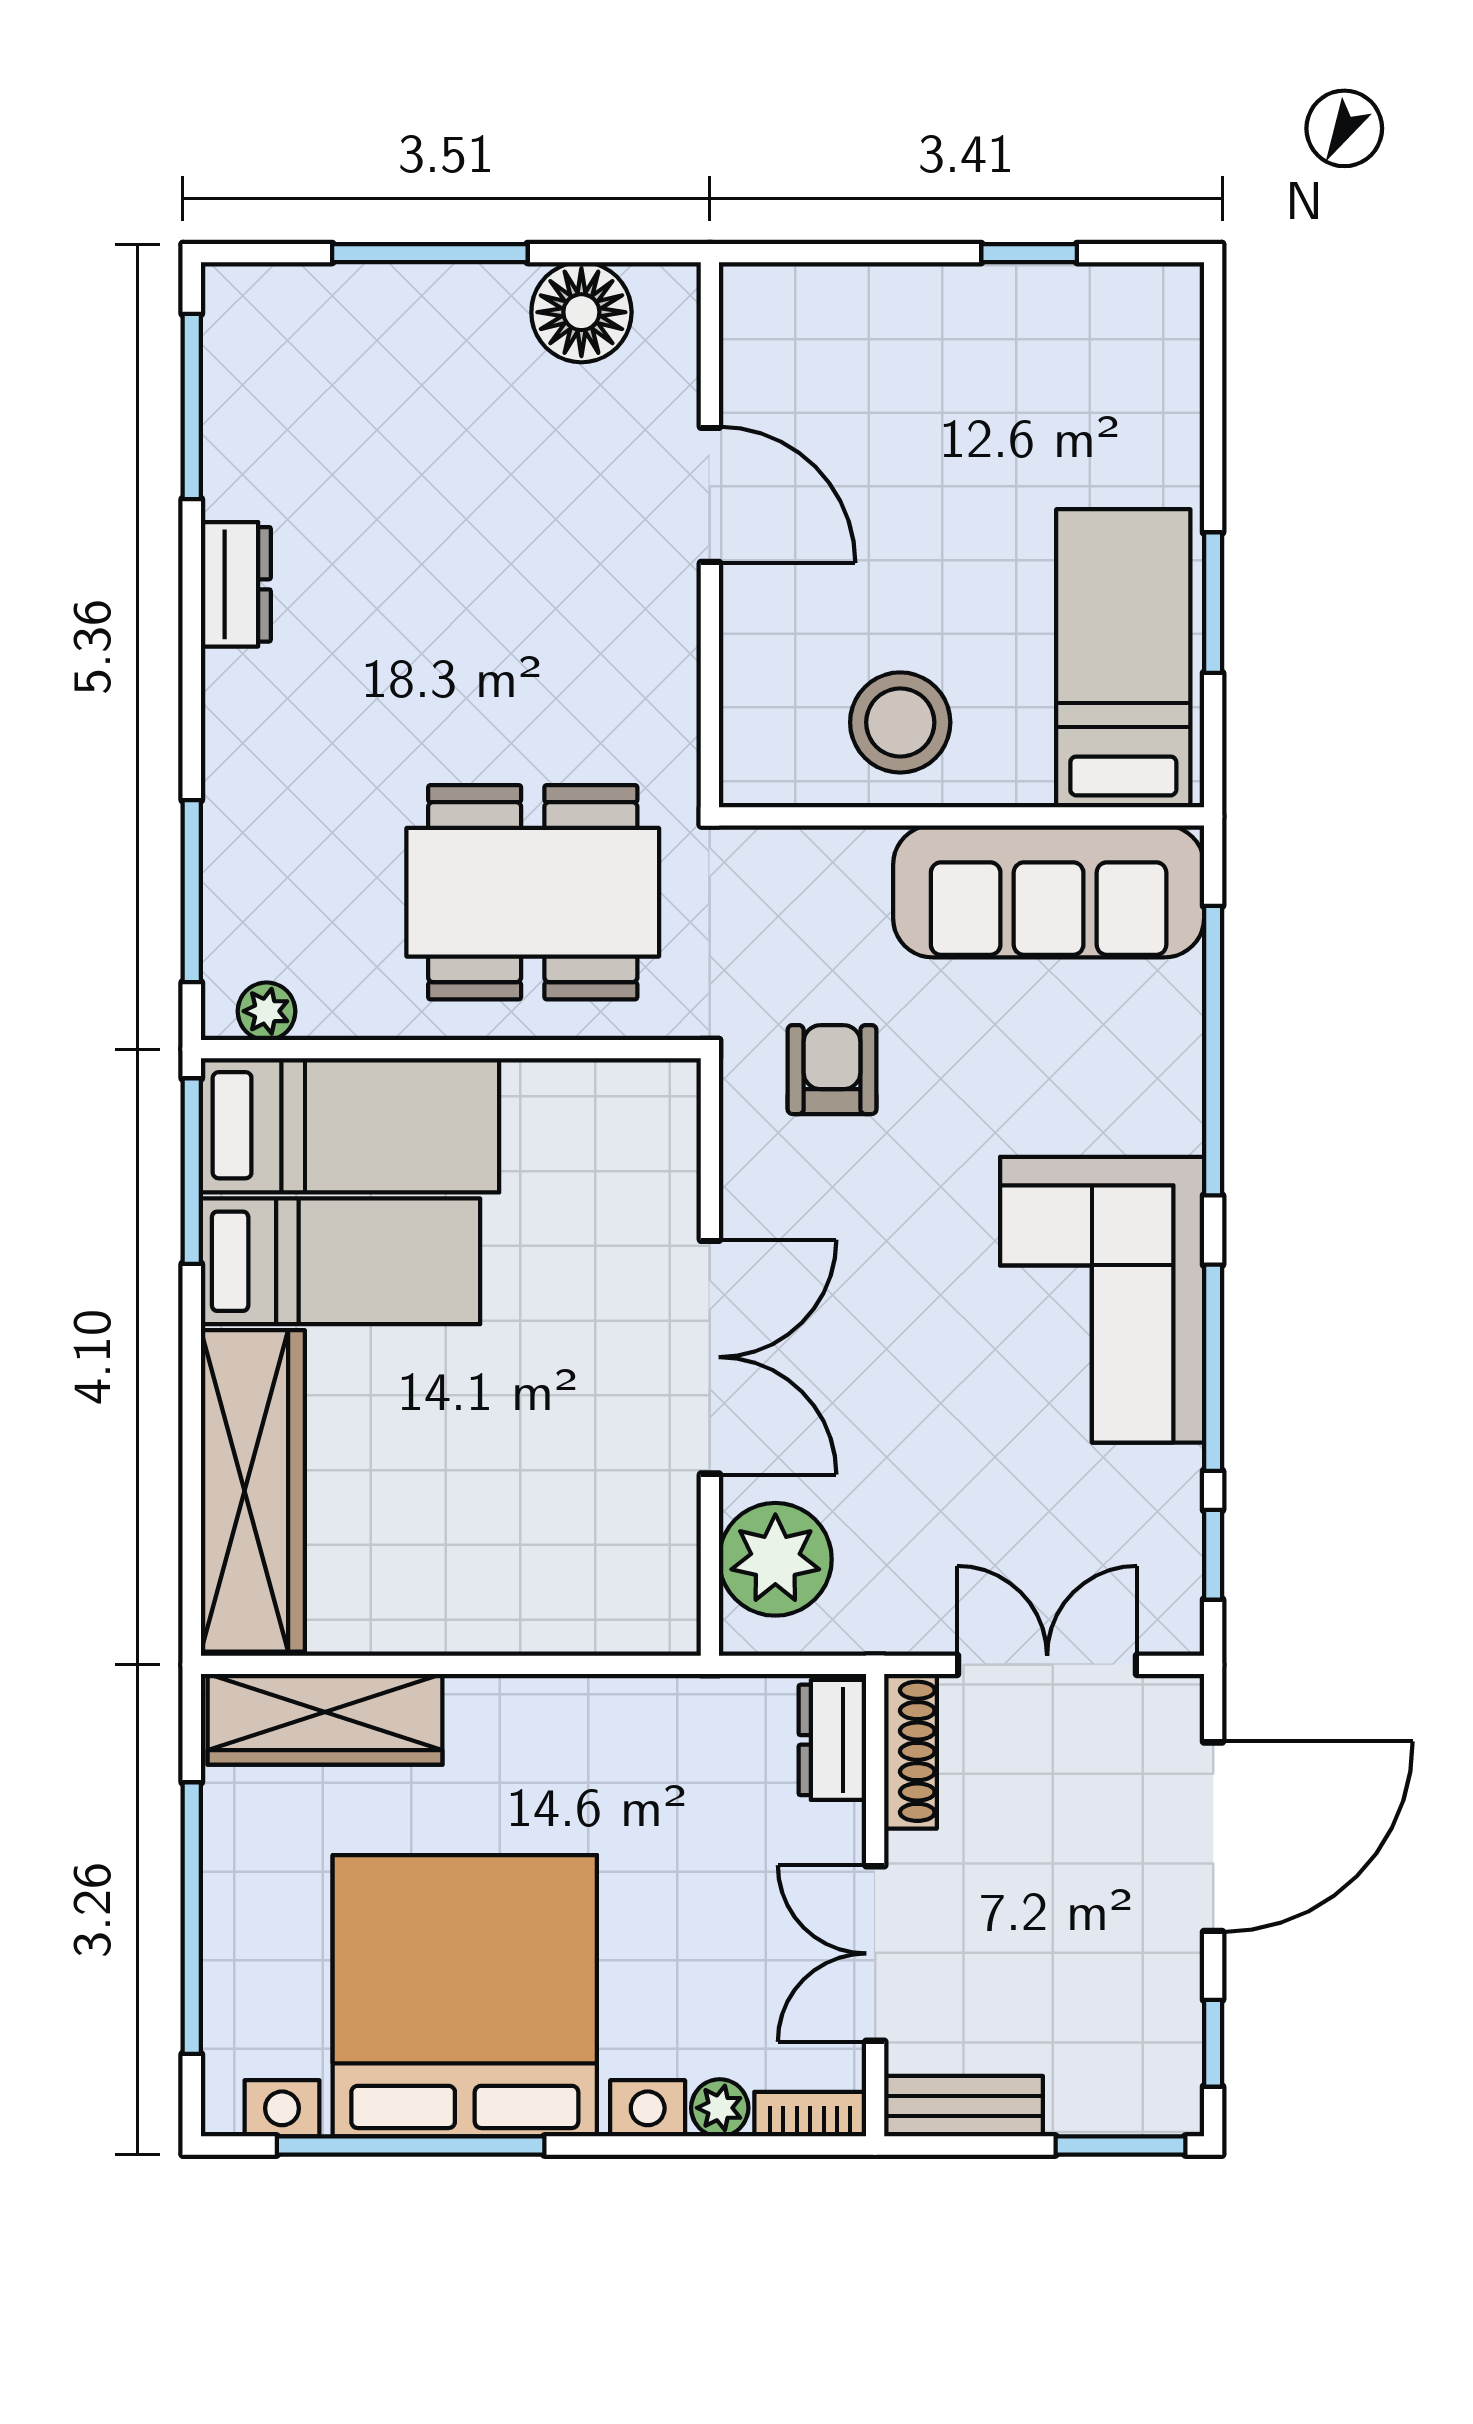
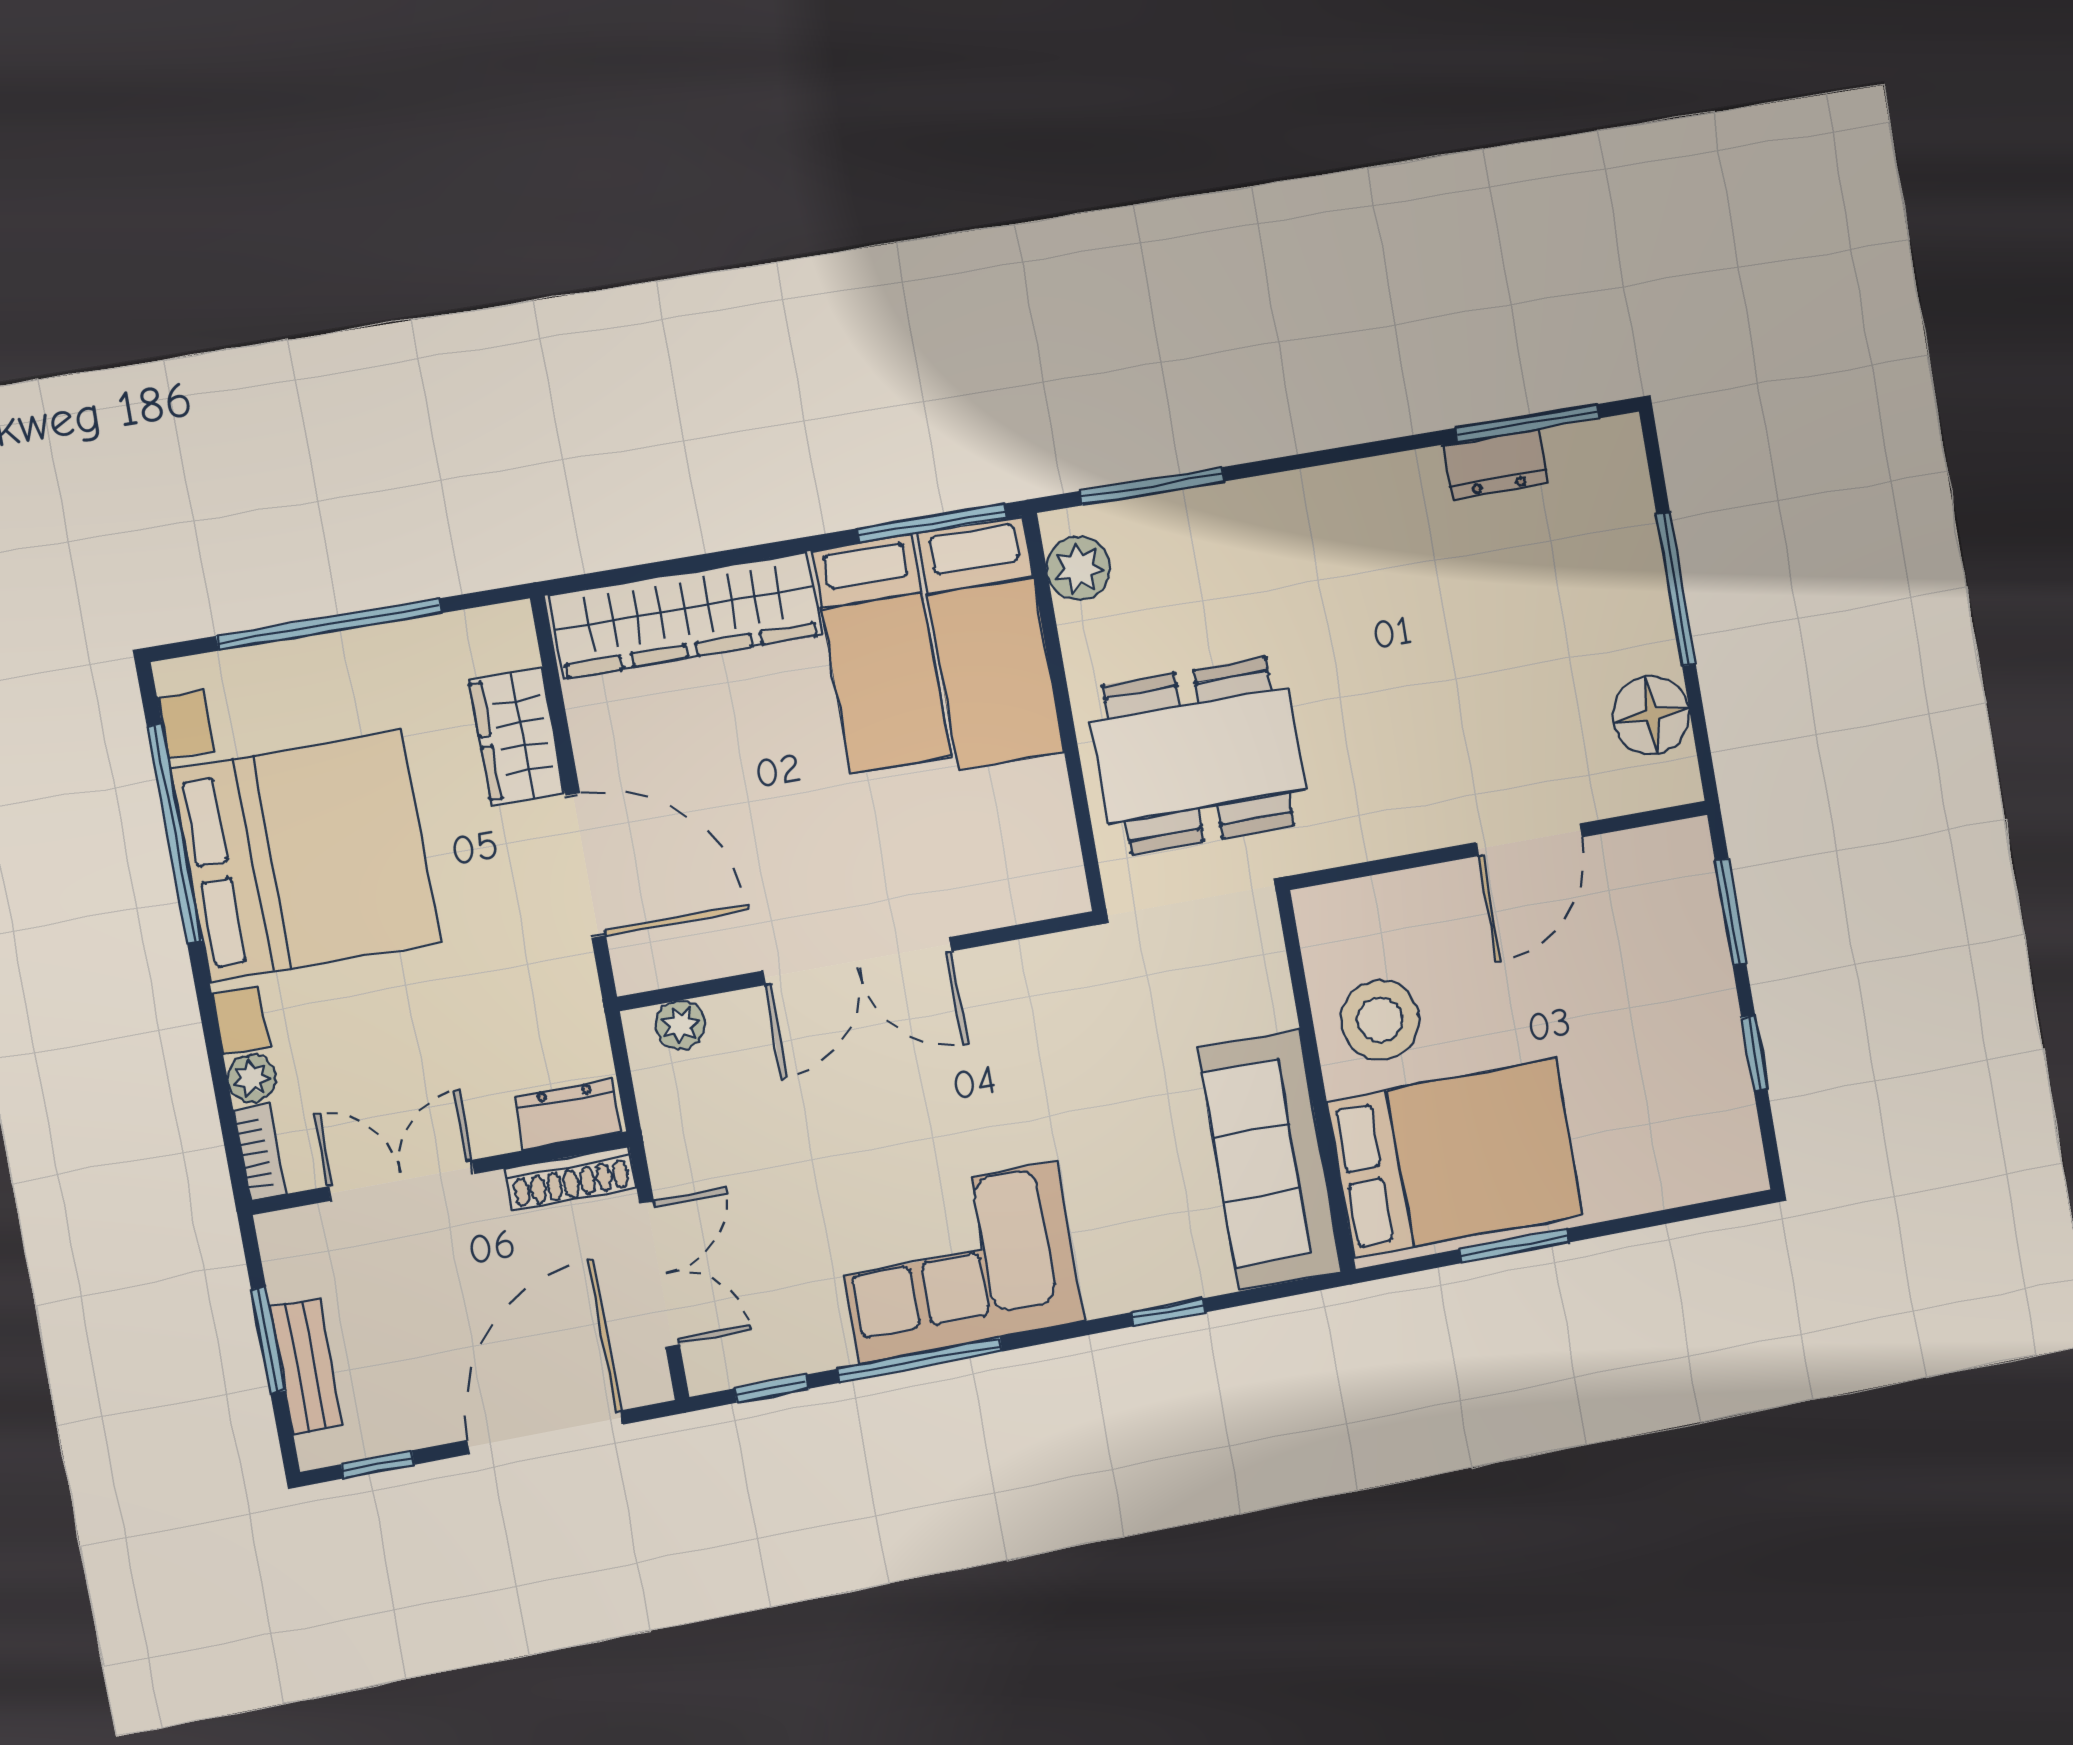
window: (846, 253) -> (1731, 912), added
dresser: (236, 584) -> (1495, 464), moved
bed: (1123, 658) -> (1455, 1158), width x1.50
dining table: (533, 892) -> (1199, 756), turned 90
plant: (267, 1011) -> (1079, 568), width x1.38, depth x1.38
window: (1213, 1051) -> (1169, 1312), width x0.32
armchair: (832, 1070) -> (1101, 1016), removed
plant: (775, 1559) -> (680, 1025), width x0.53, depth x0.53
door: (535, 1665) -> (586, 866), added
wardrobe: (325, 1719) -> (517, 736), width x0.67
door: (1213, 1837) -> (545, 1432), swing flipped
bench: (964, 2106) -> (306, 1366), moved
window: (1120, 2146) -> (268, 1340), moved

